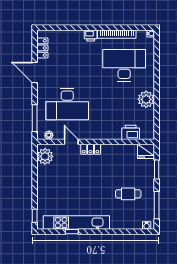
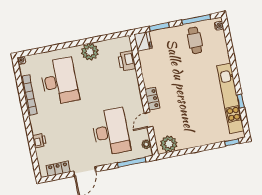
printer: (91, 35) -> (39, 141), moved
desk: (124, 65) -> (59, 81), turned 180
cafe table: (128, 194) -> (195, 40), moved

